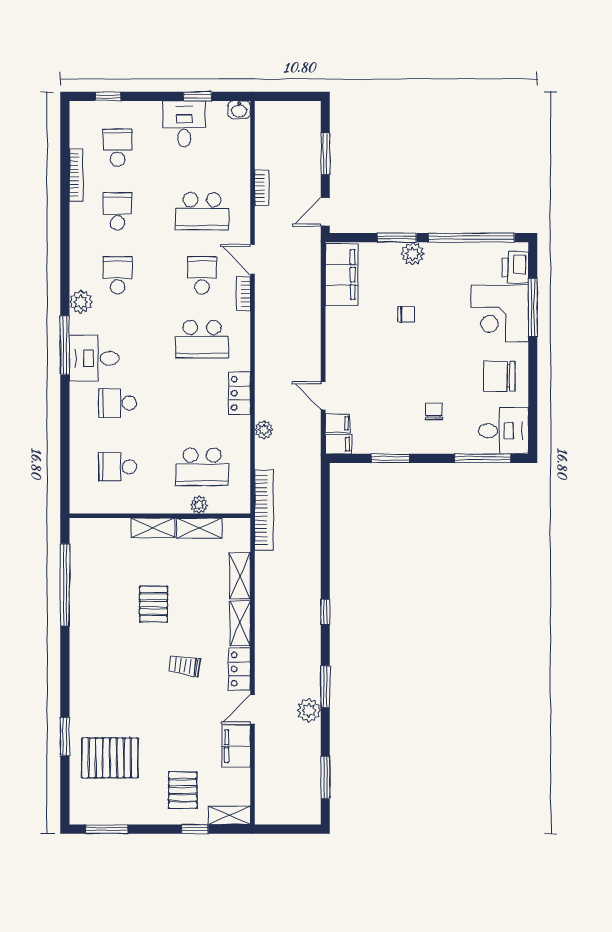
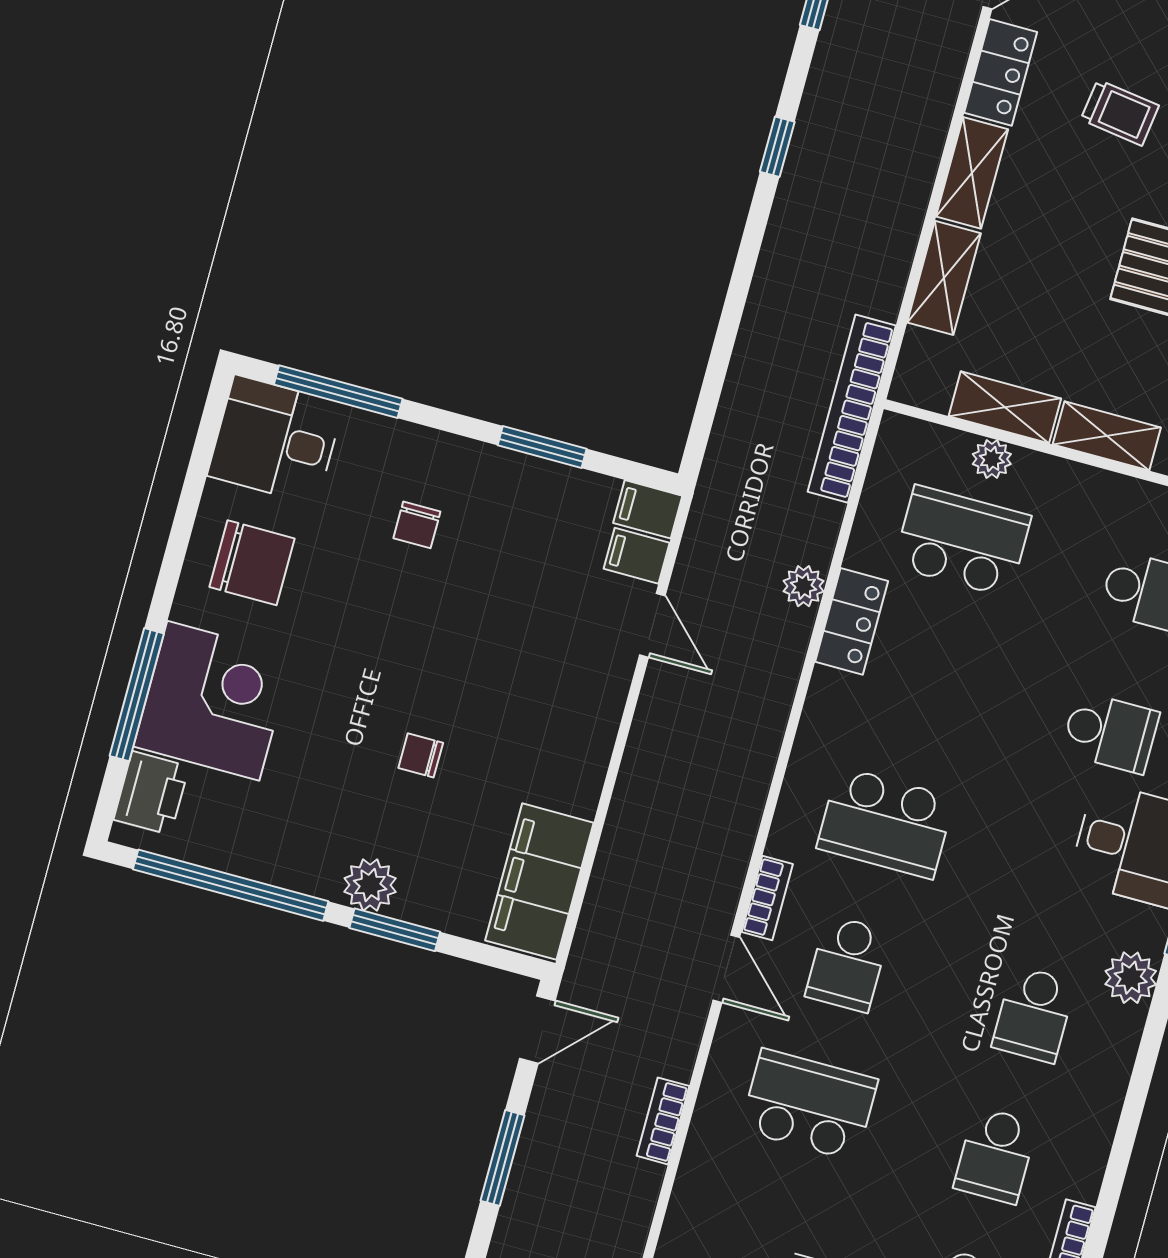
school desk: (202, 339) -> (886, 823), turned 180
locker: (240, 393) -> (852, 621), moved

